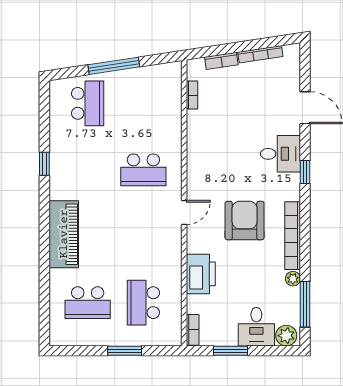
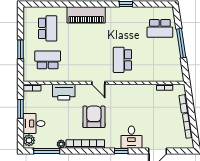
armchair: (245, 220) -> (94, 117), turned -90
school desk: (88, 303) -> (48, 28), turned 180

